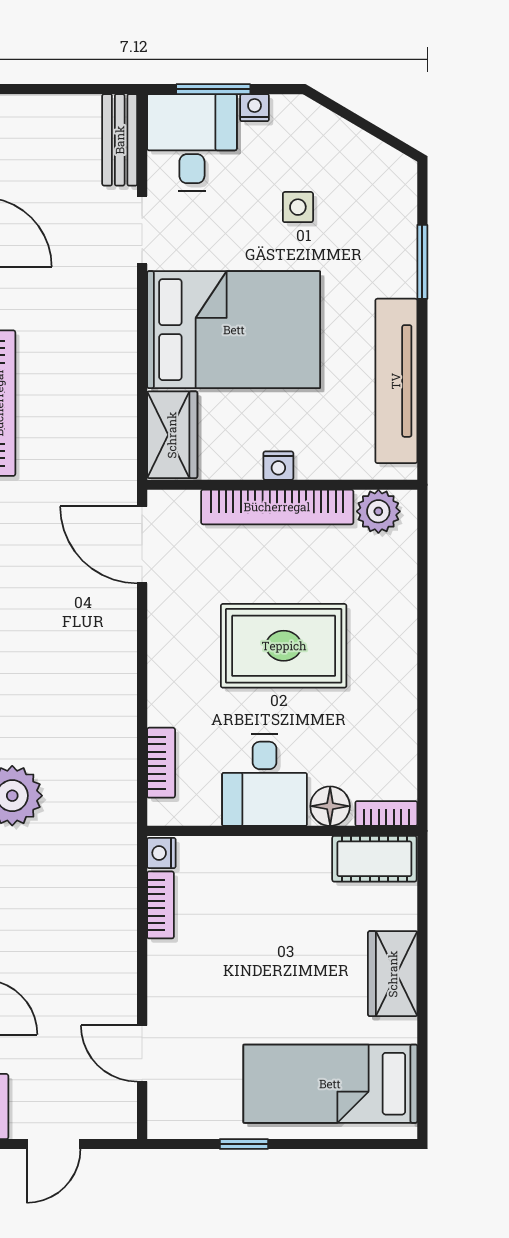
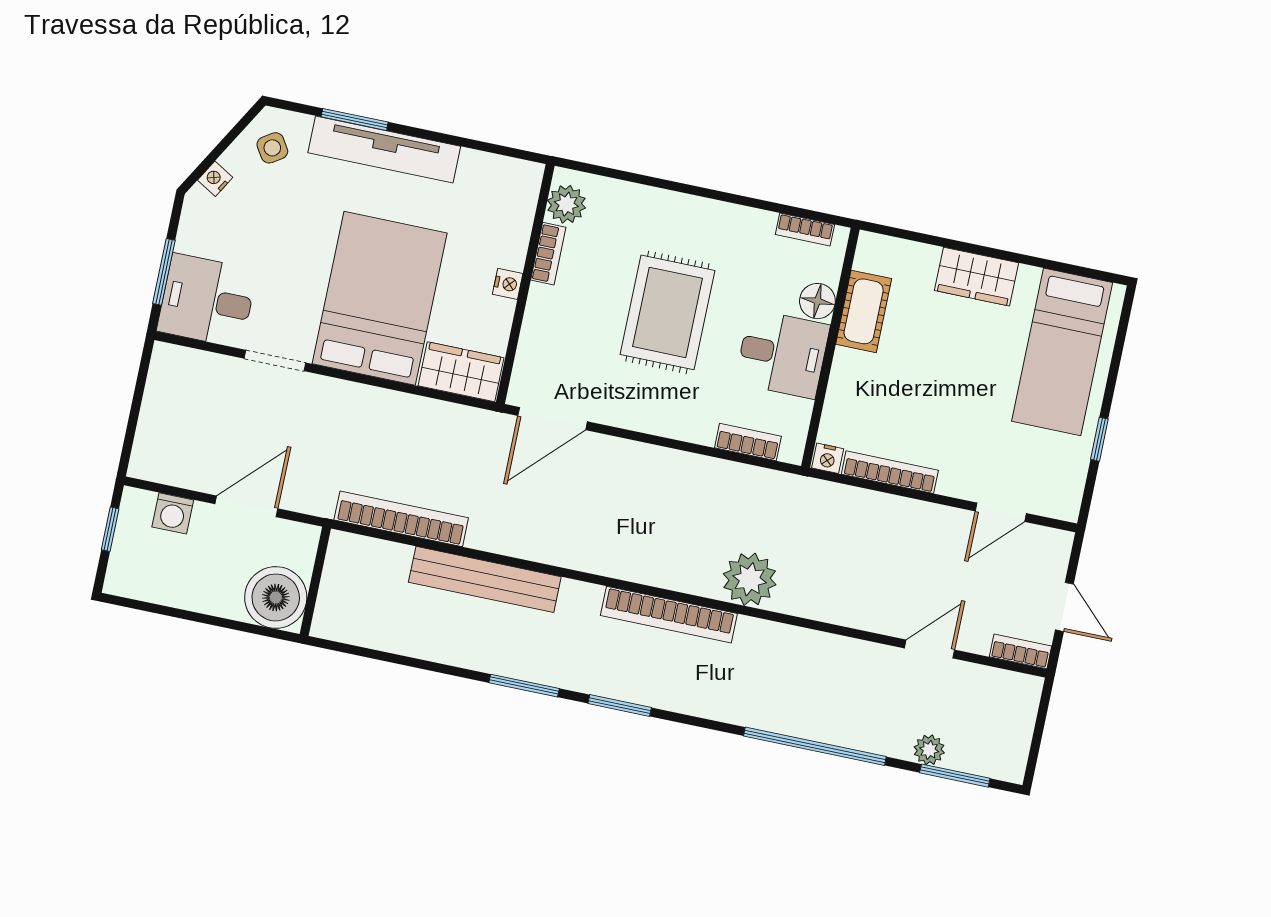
nightstand: (255, 108) -> (215, 179), moved, turned 31
bench: (120, 140) -> (191, 364), removed
side table: (298, 207) -> (272, 148), moved, turned -33
tv unit: (396, 381) -> (384, 150), moved
bookcase: (277, 507) -> (548, 254), width x0.43, depth x0.76
bookcase: (386, 814) -> (805, 229), moved, turned -90
cot: (374, 859) -> (864, 311), moved
bookcase: (160, 905) -> (890, 472), width x1.56

